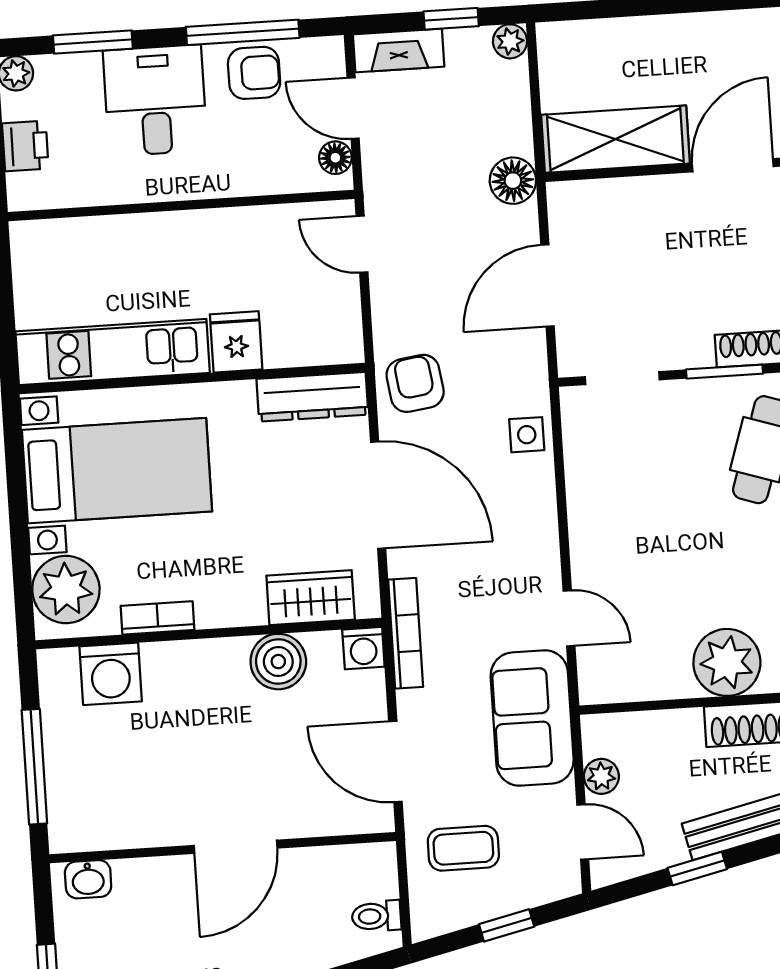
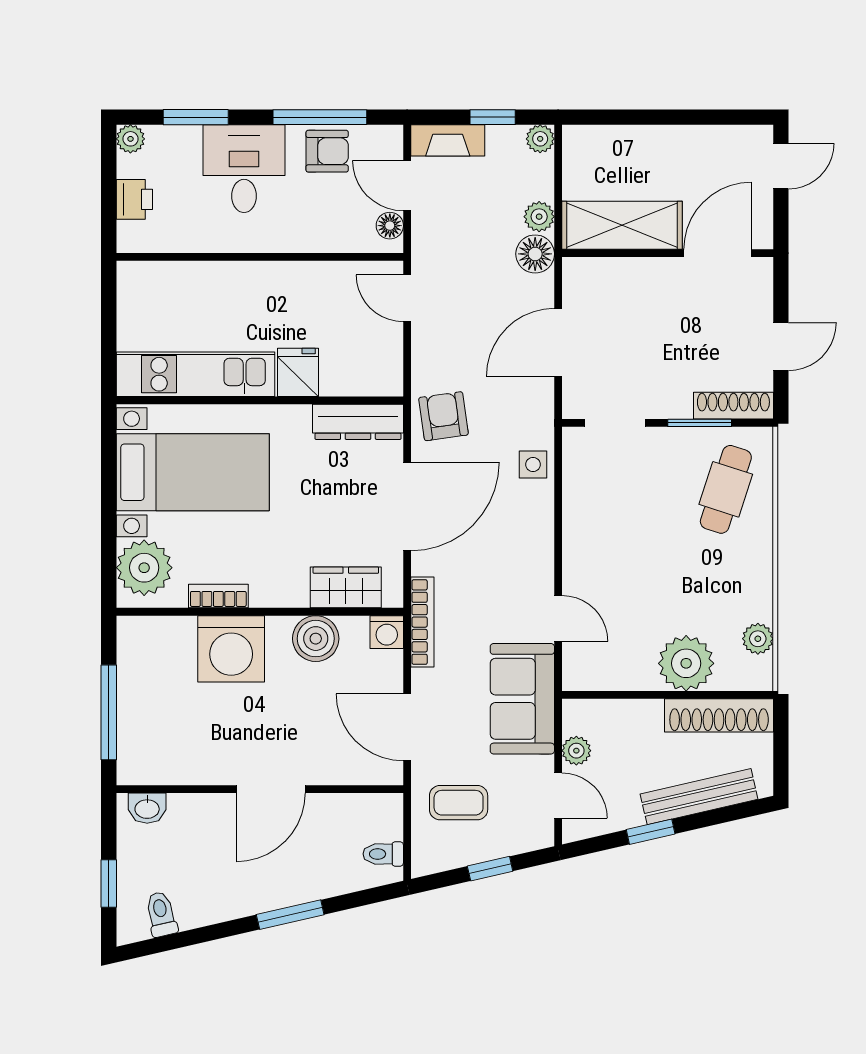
plant: (515, 135) -> (539, 217), added
door: (378, 495) -> (407, 506), hinge flipped
washing machine: (111, 674) -> (231, 649), moved, width x1.37, depth x1.37

